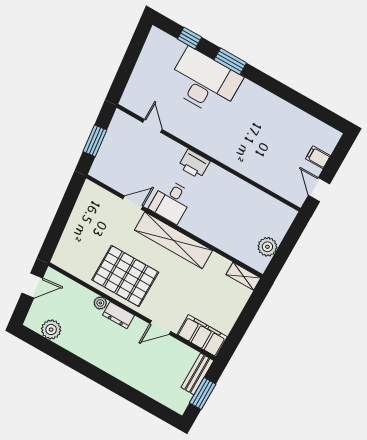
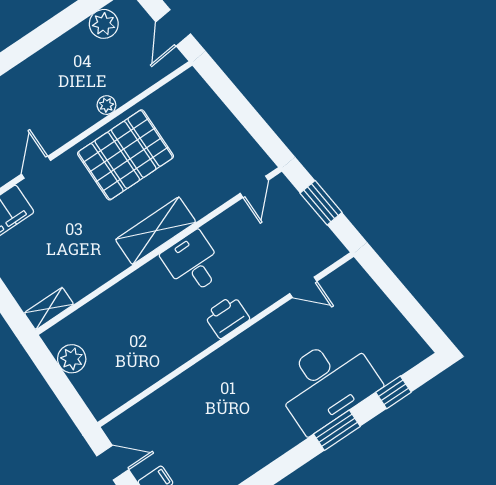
door: (133, 203) -> (254, 187), moved
shelving: (174, 240) -> (156, 231), width x0.68
dresser: (119, 315) -> (79, 121), removed

